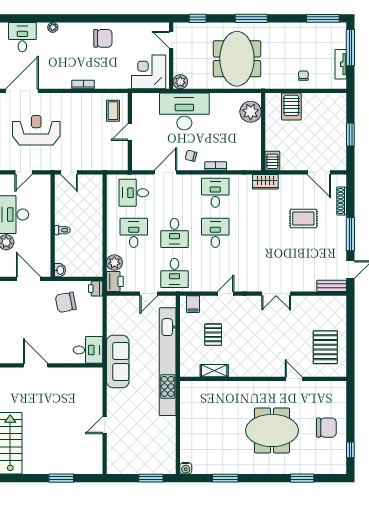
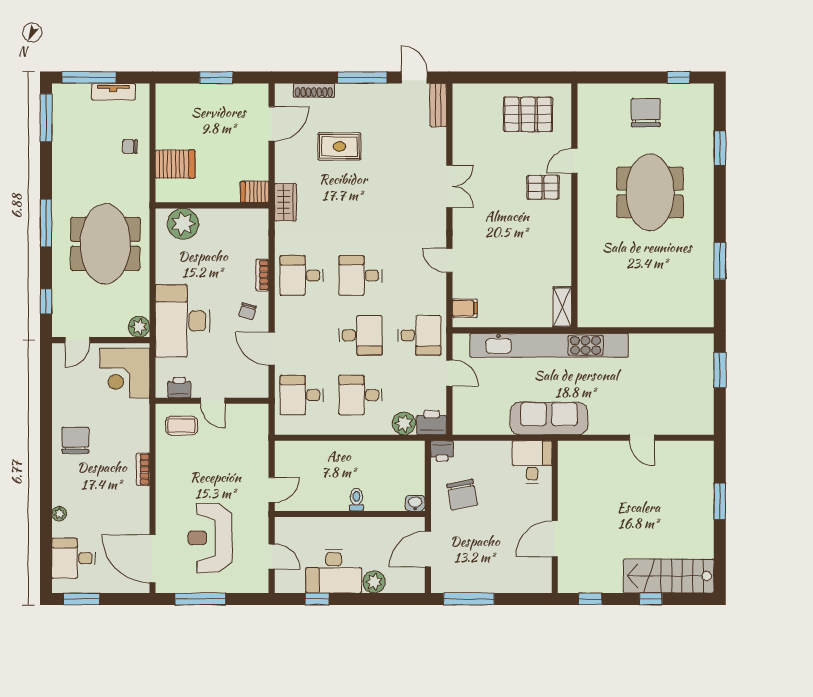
meeting table: (237, 59) -> (105, 244), turned 90
printer: (139, 109) -> (179, 387), added
desk: (134, 193) -> (302, 395), turned 90
rug: (303, 219) -> (339, 146), turned 90
pallet: (213, 335) -> (543, 187), moved
shelving: (214, 371) -> (562, 307), moved
water cooler: (186, 468) -> (705, 319), removed

